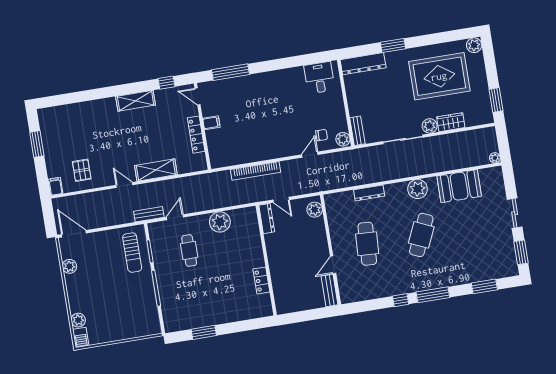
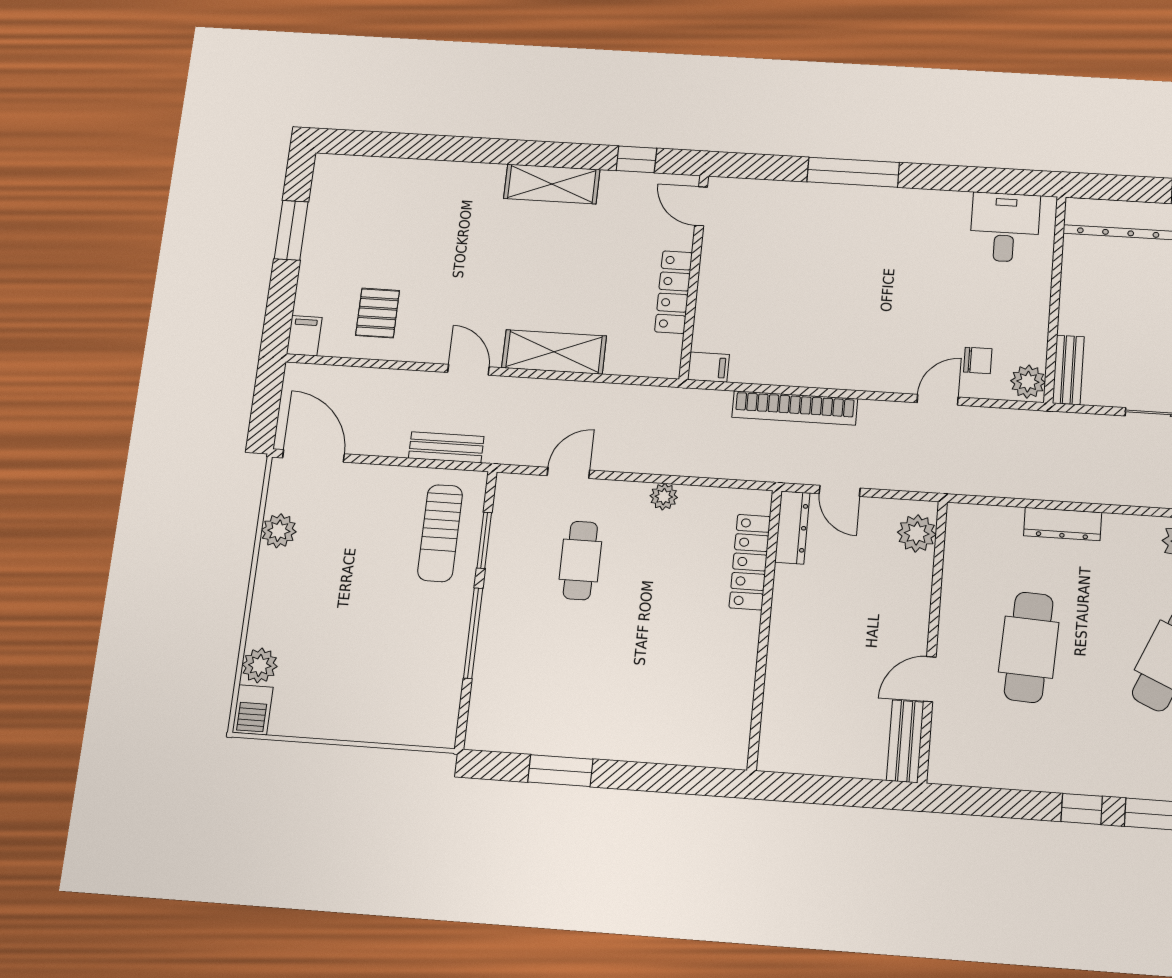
window: (230, 72) -> (853, 172), moved
filing cabinet: (211, 123) -> (708, 367), moved
bench: (149, 214) -> (446, 447), moved
plant: (220, 222) -> (664, 497), width x0.53, depth x0.53
locker: (261, 281) -> (750, 562), moved, width x1.53

